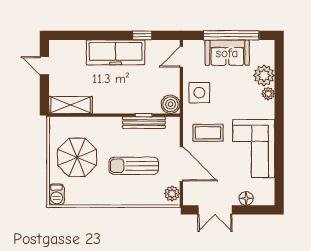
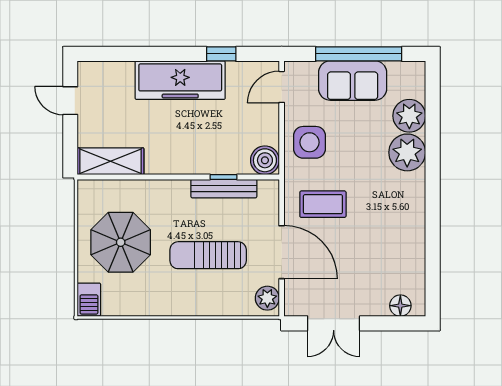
plant: (268, 94) -> (407, 152), width x1.88, depth x1.88
corner sofa: (254, 149) -> (393, 229), removed
floor lamp: (246, 198) -> (400, 306), moved

